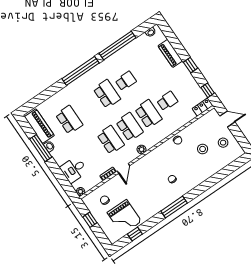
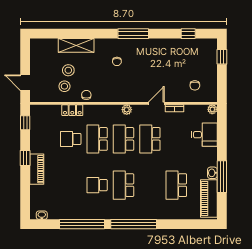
piano: (170, 53) -> (37, 169), moved
locker: (203, 107) -> (72, 110), moved
stool: (223, 143) -> (64, 86), moved
shelving: (209, 171) -> (76, 45), added
grand piano: (124, 217) -> (187, 57), removed
window: (90, 220) -> (222, 57), moved

